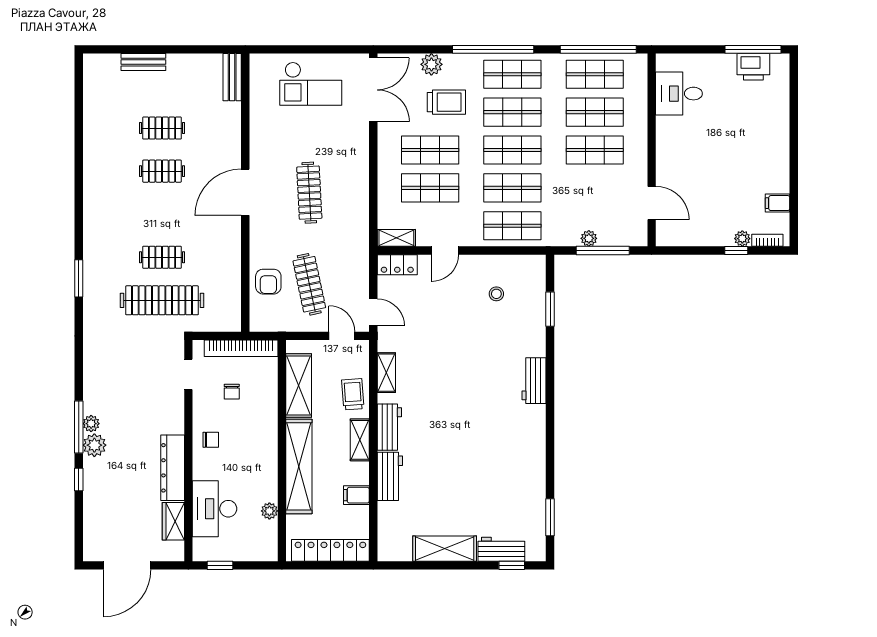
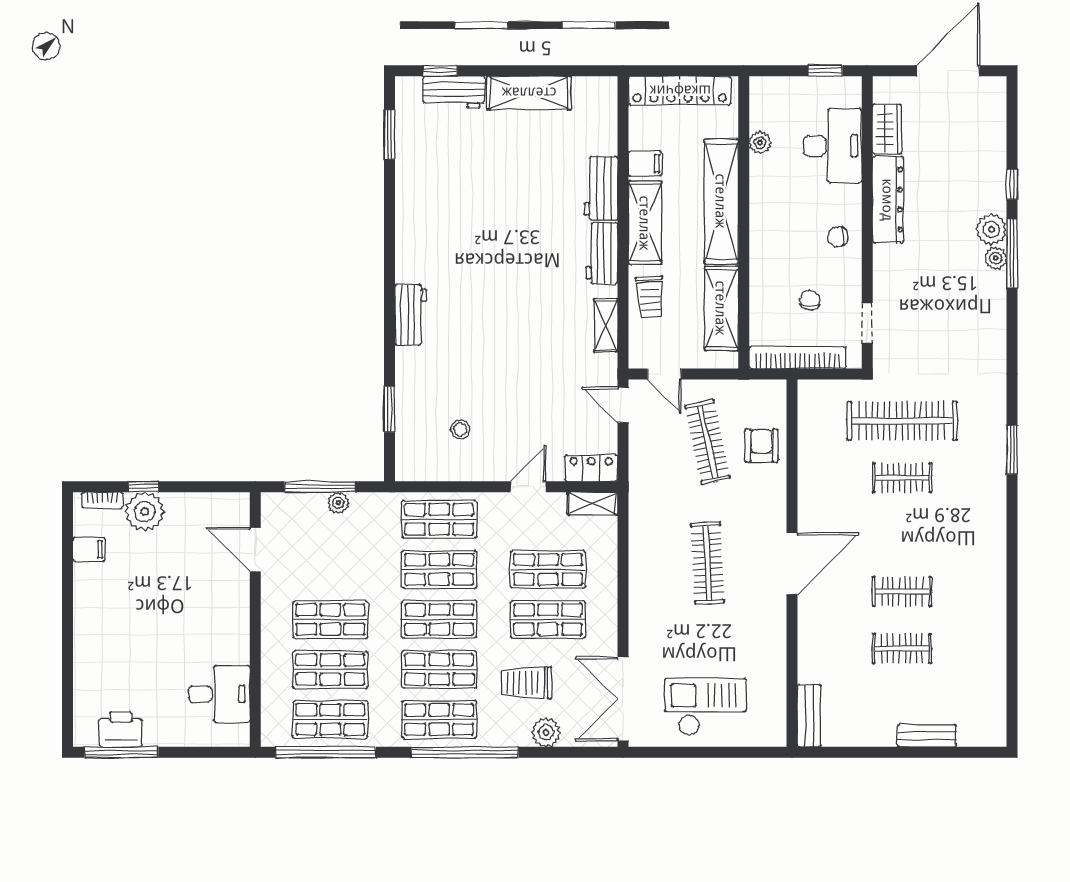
plant: (742, 239) -> (145, 512), width x1.88, depth x1.88
shelving: (360, 440) -> (645, 223), width x1.50, depth x1.33

